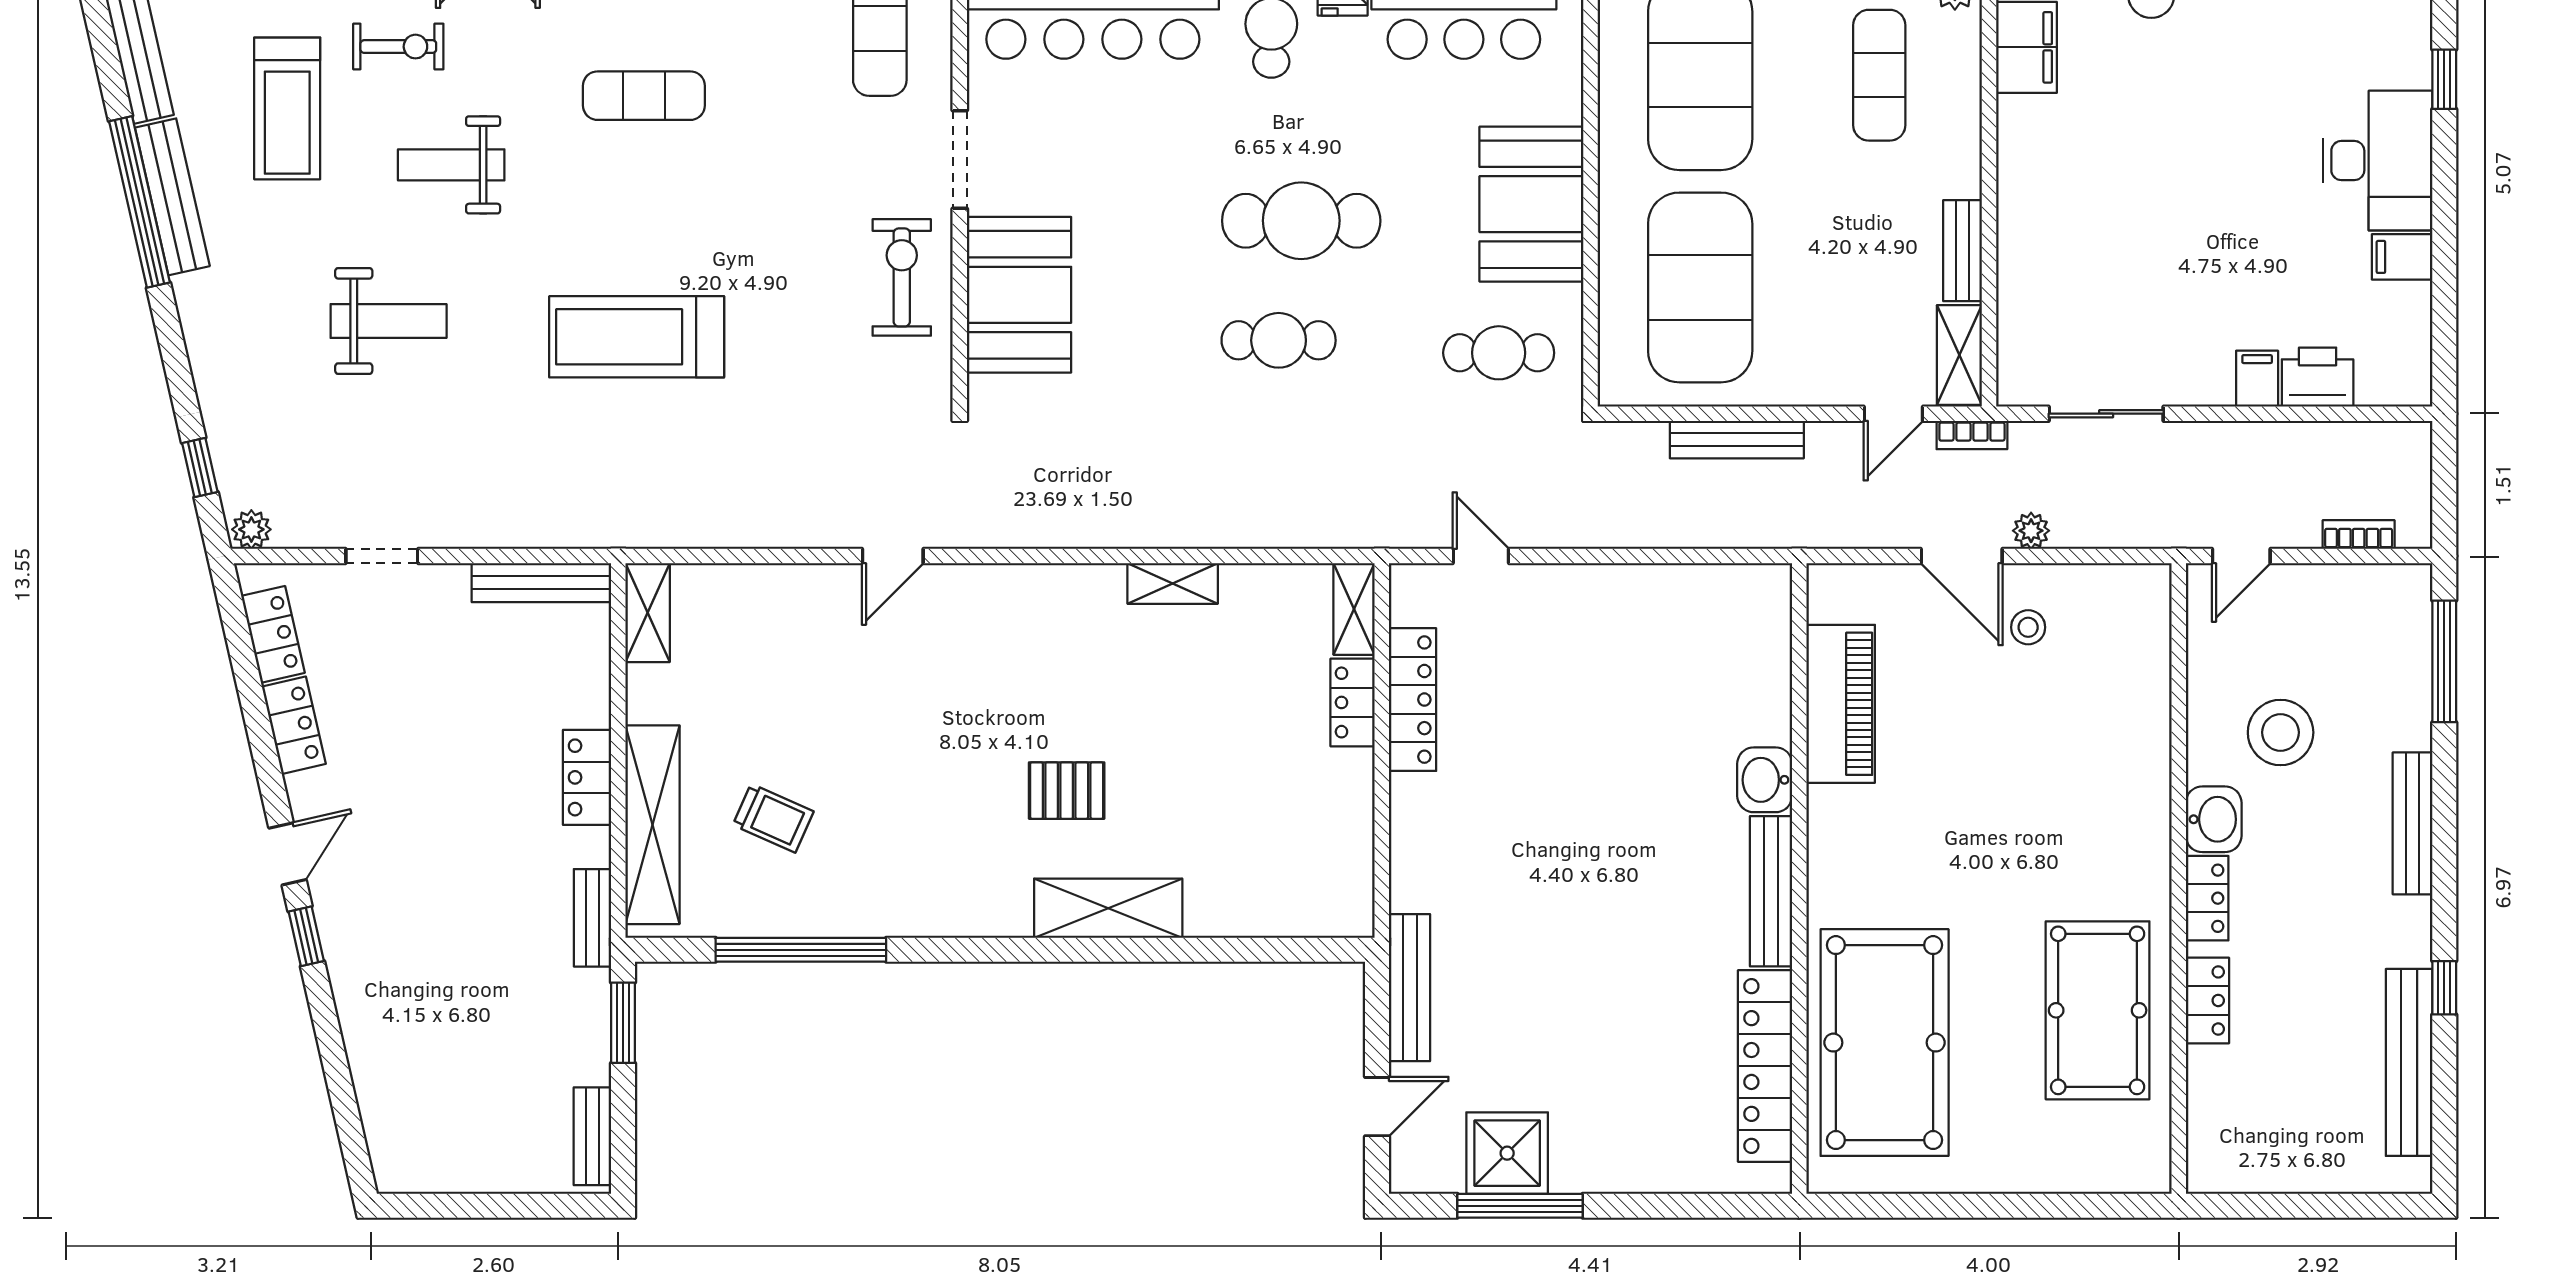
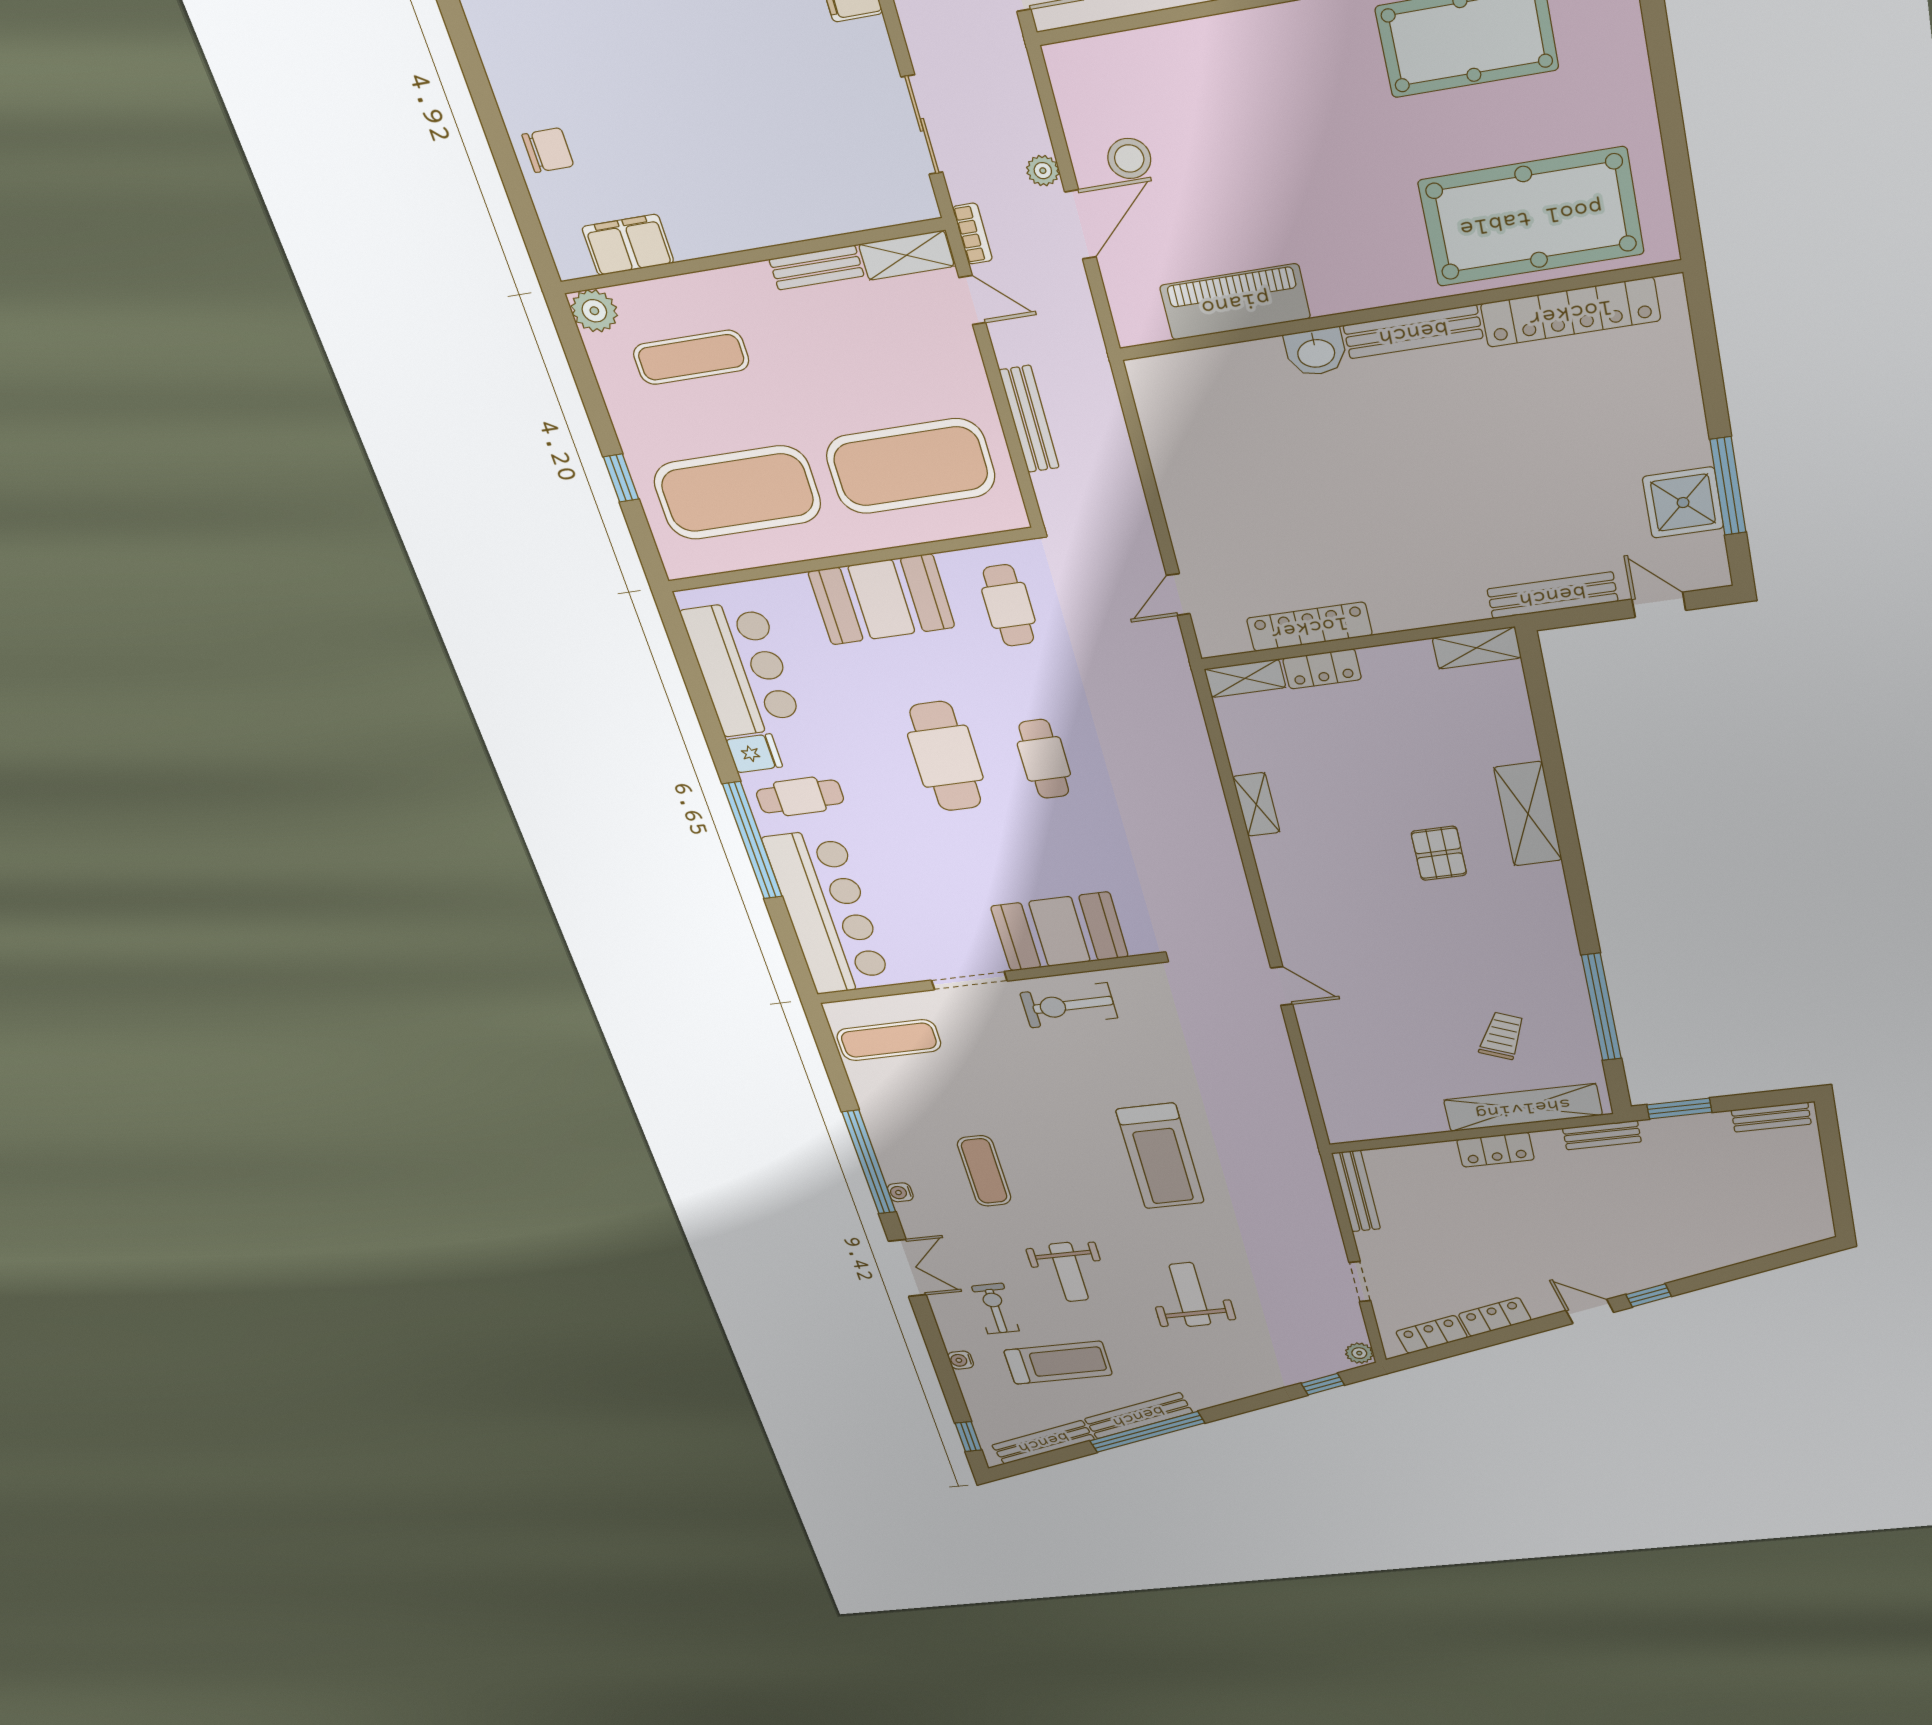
shelving: (648, 613) -> (1477, 648), moved
stool: (2028, 627) -> (1129, 158), width x1.37, depth x1.37

